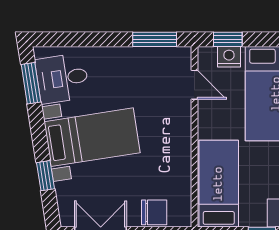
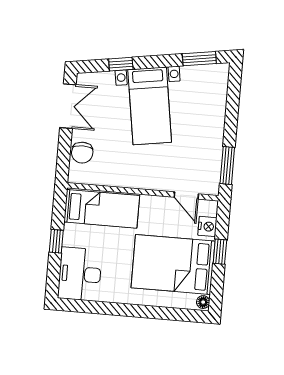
window: (228, 39) -> (220, 252), moved
desk: (62, 78) -> (201, 85), removed
door: (194, 85) -> (186, 196), hinge flipped

